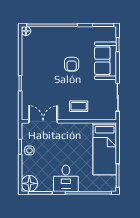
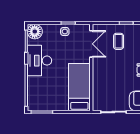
coffee table: (79, 106) -> (119, 41), moved
bed: (105, 149) -> (79, 87), moved, turned 90
desk: (66, 178) -> (39, 61), width x1.37

